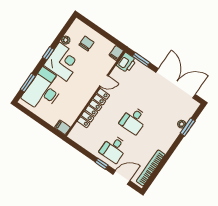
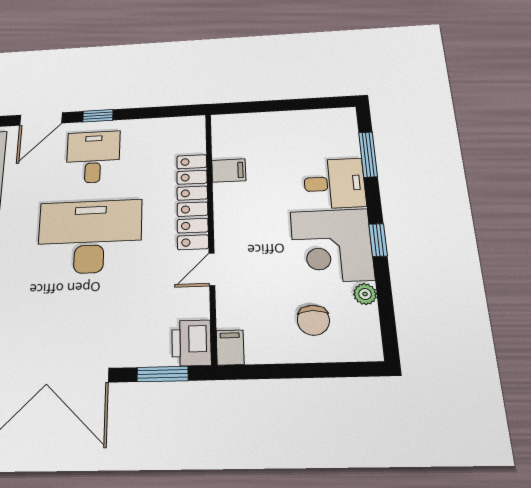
desk: (44, 90) -> (334, 183), width x0.53, depth x0.77
desk: (134, 120) -> (90, 237), width x1.87, depth x1.30
filing cabinet: (62, 127) -> (229, 171), moved

